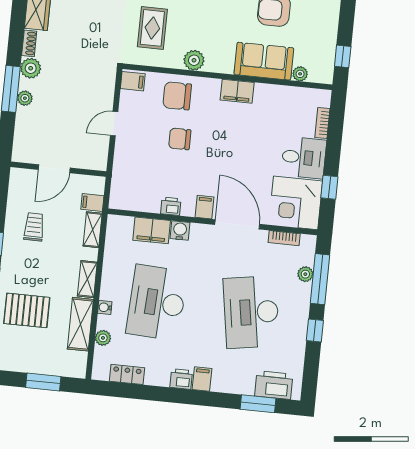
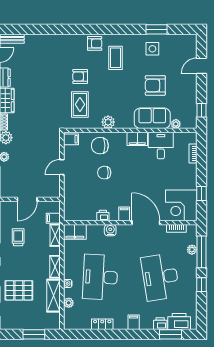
desk: (304, 158) -> (161, 146), moved, turned -90
filing cabinet: (152, 230) -> (75, 232), moved
locker: (127, 374) -> (102, 324), moved
printer: (181, 379) -> (160, 324), moved

